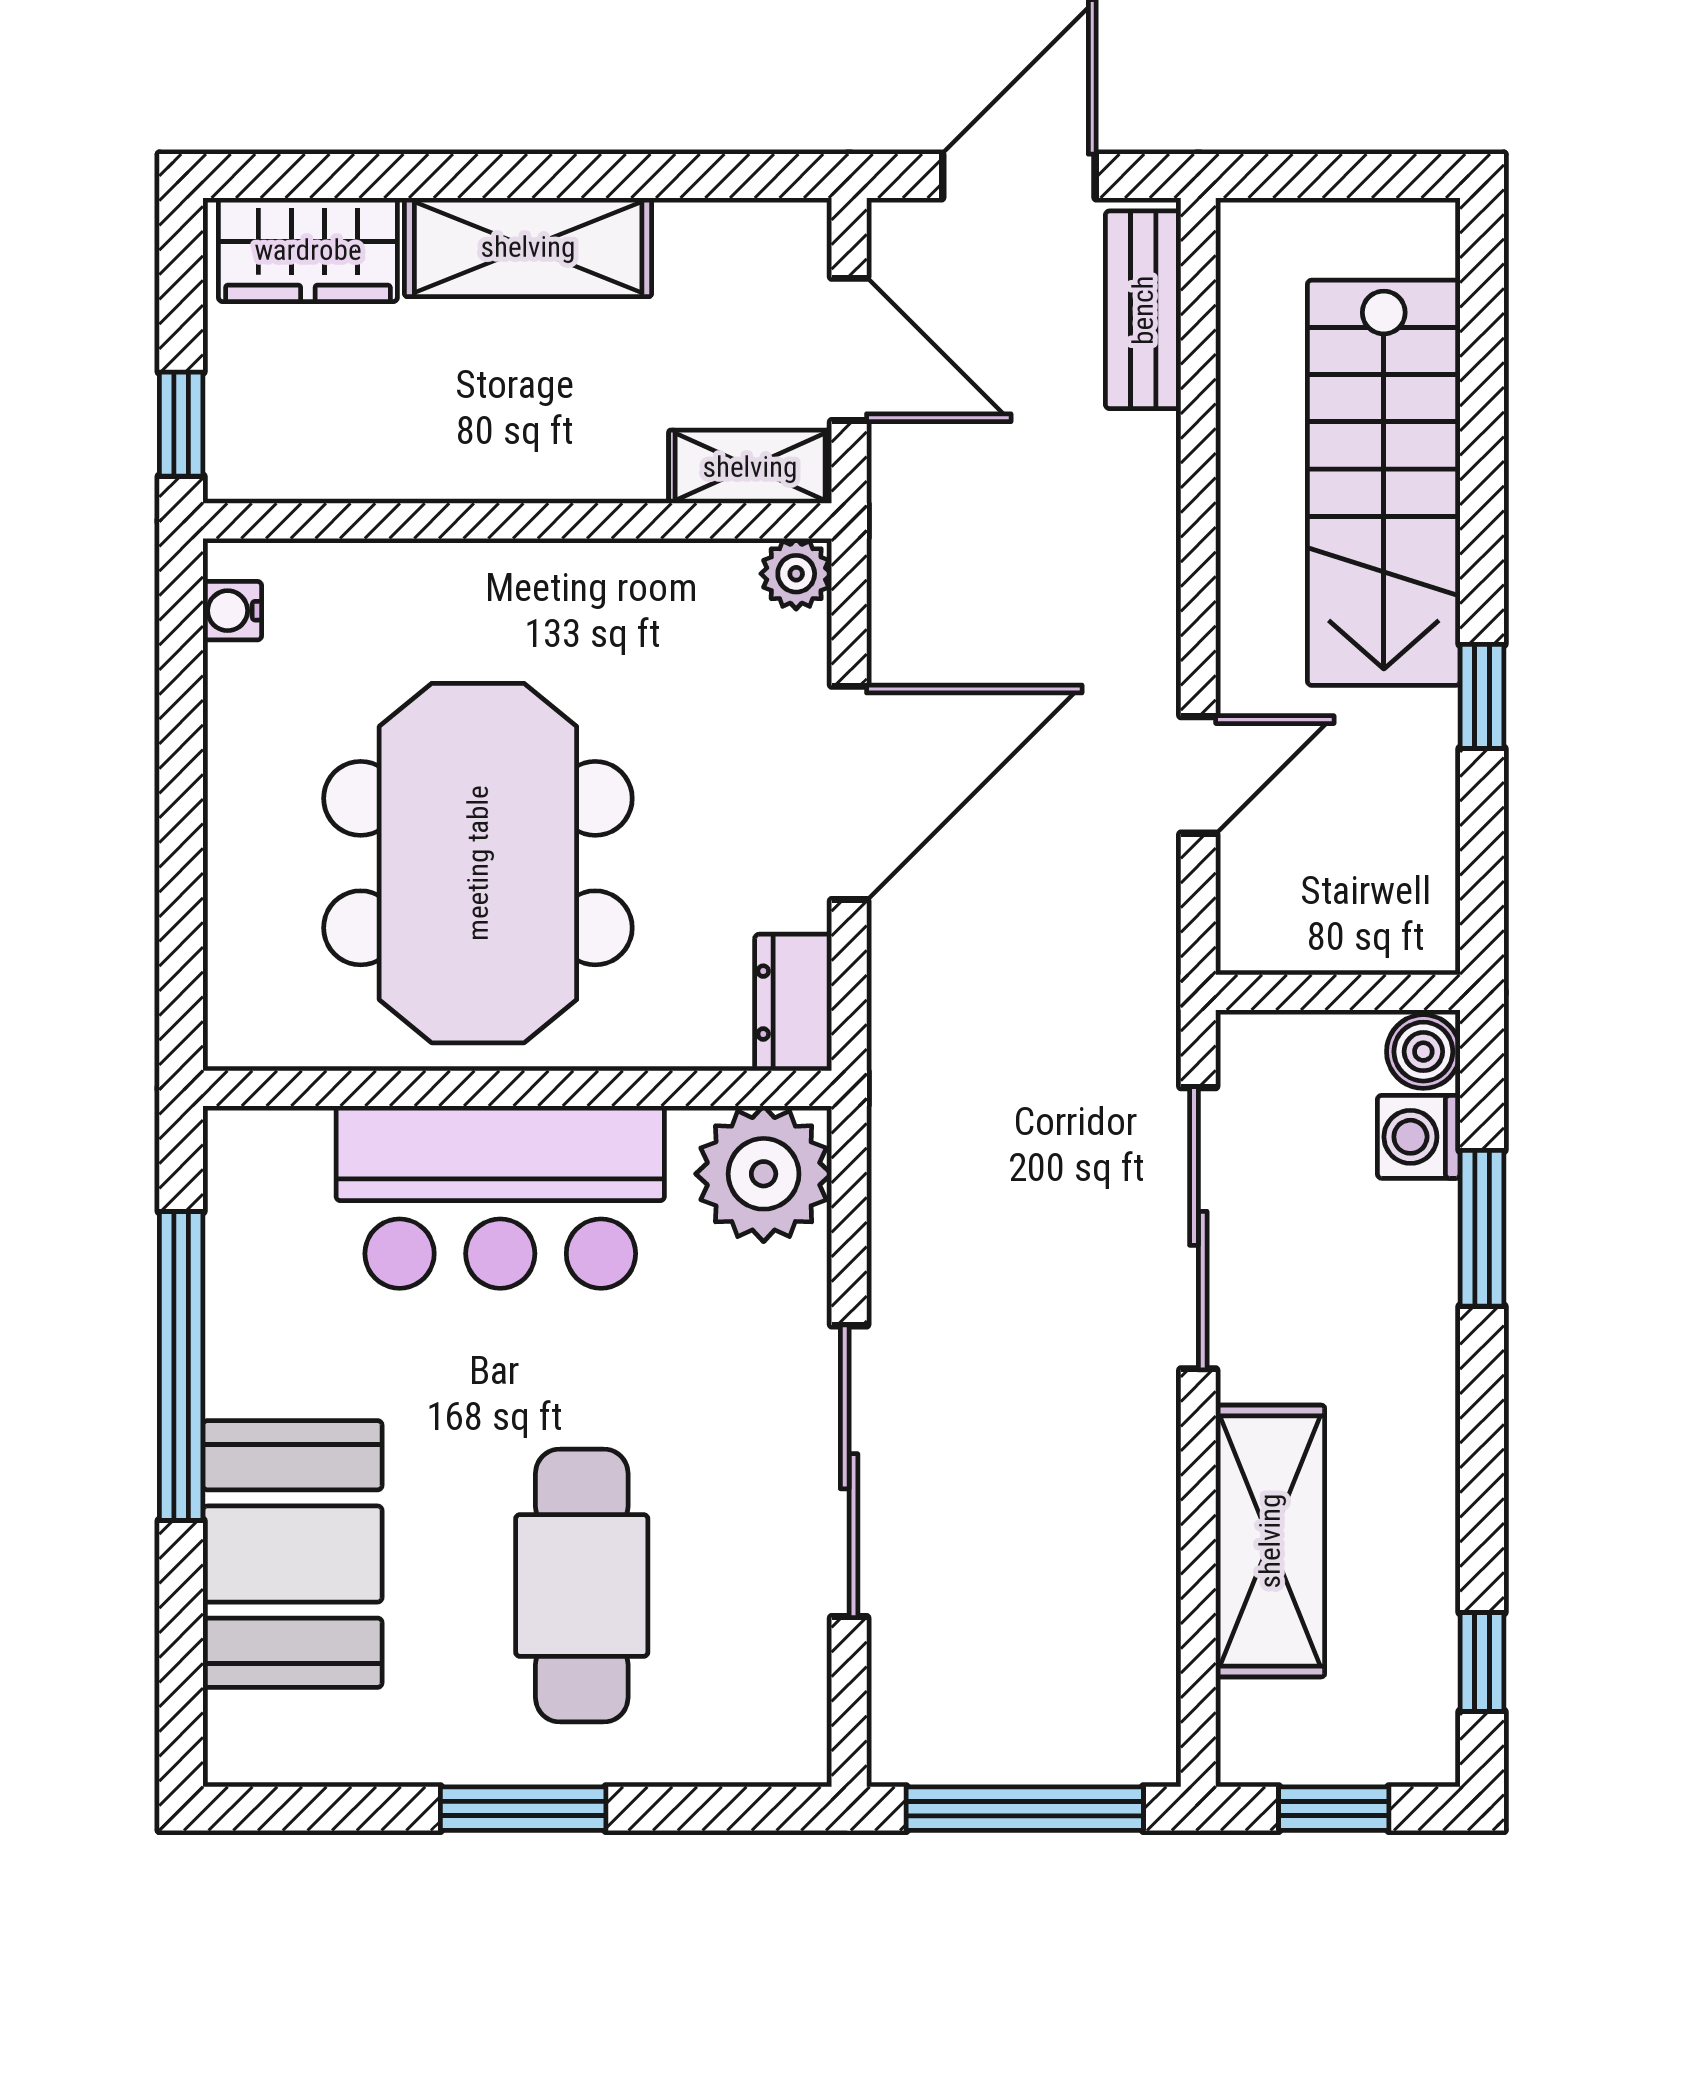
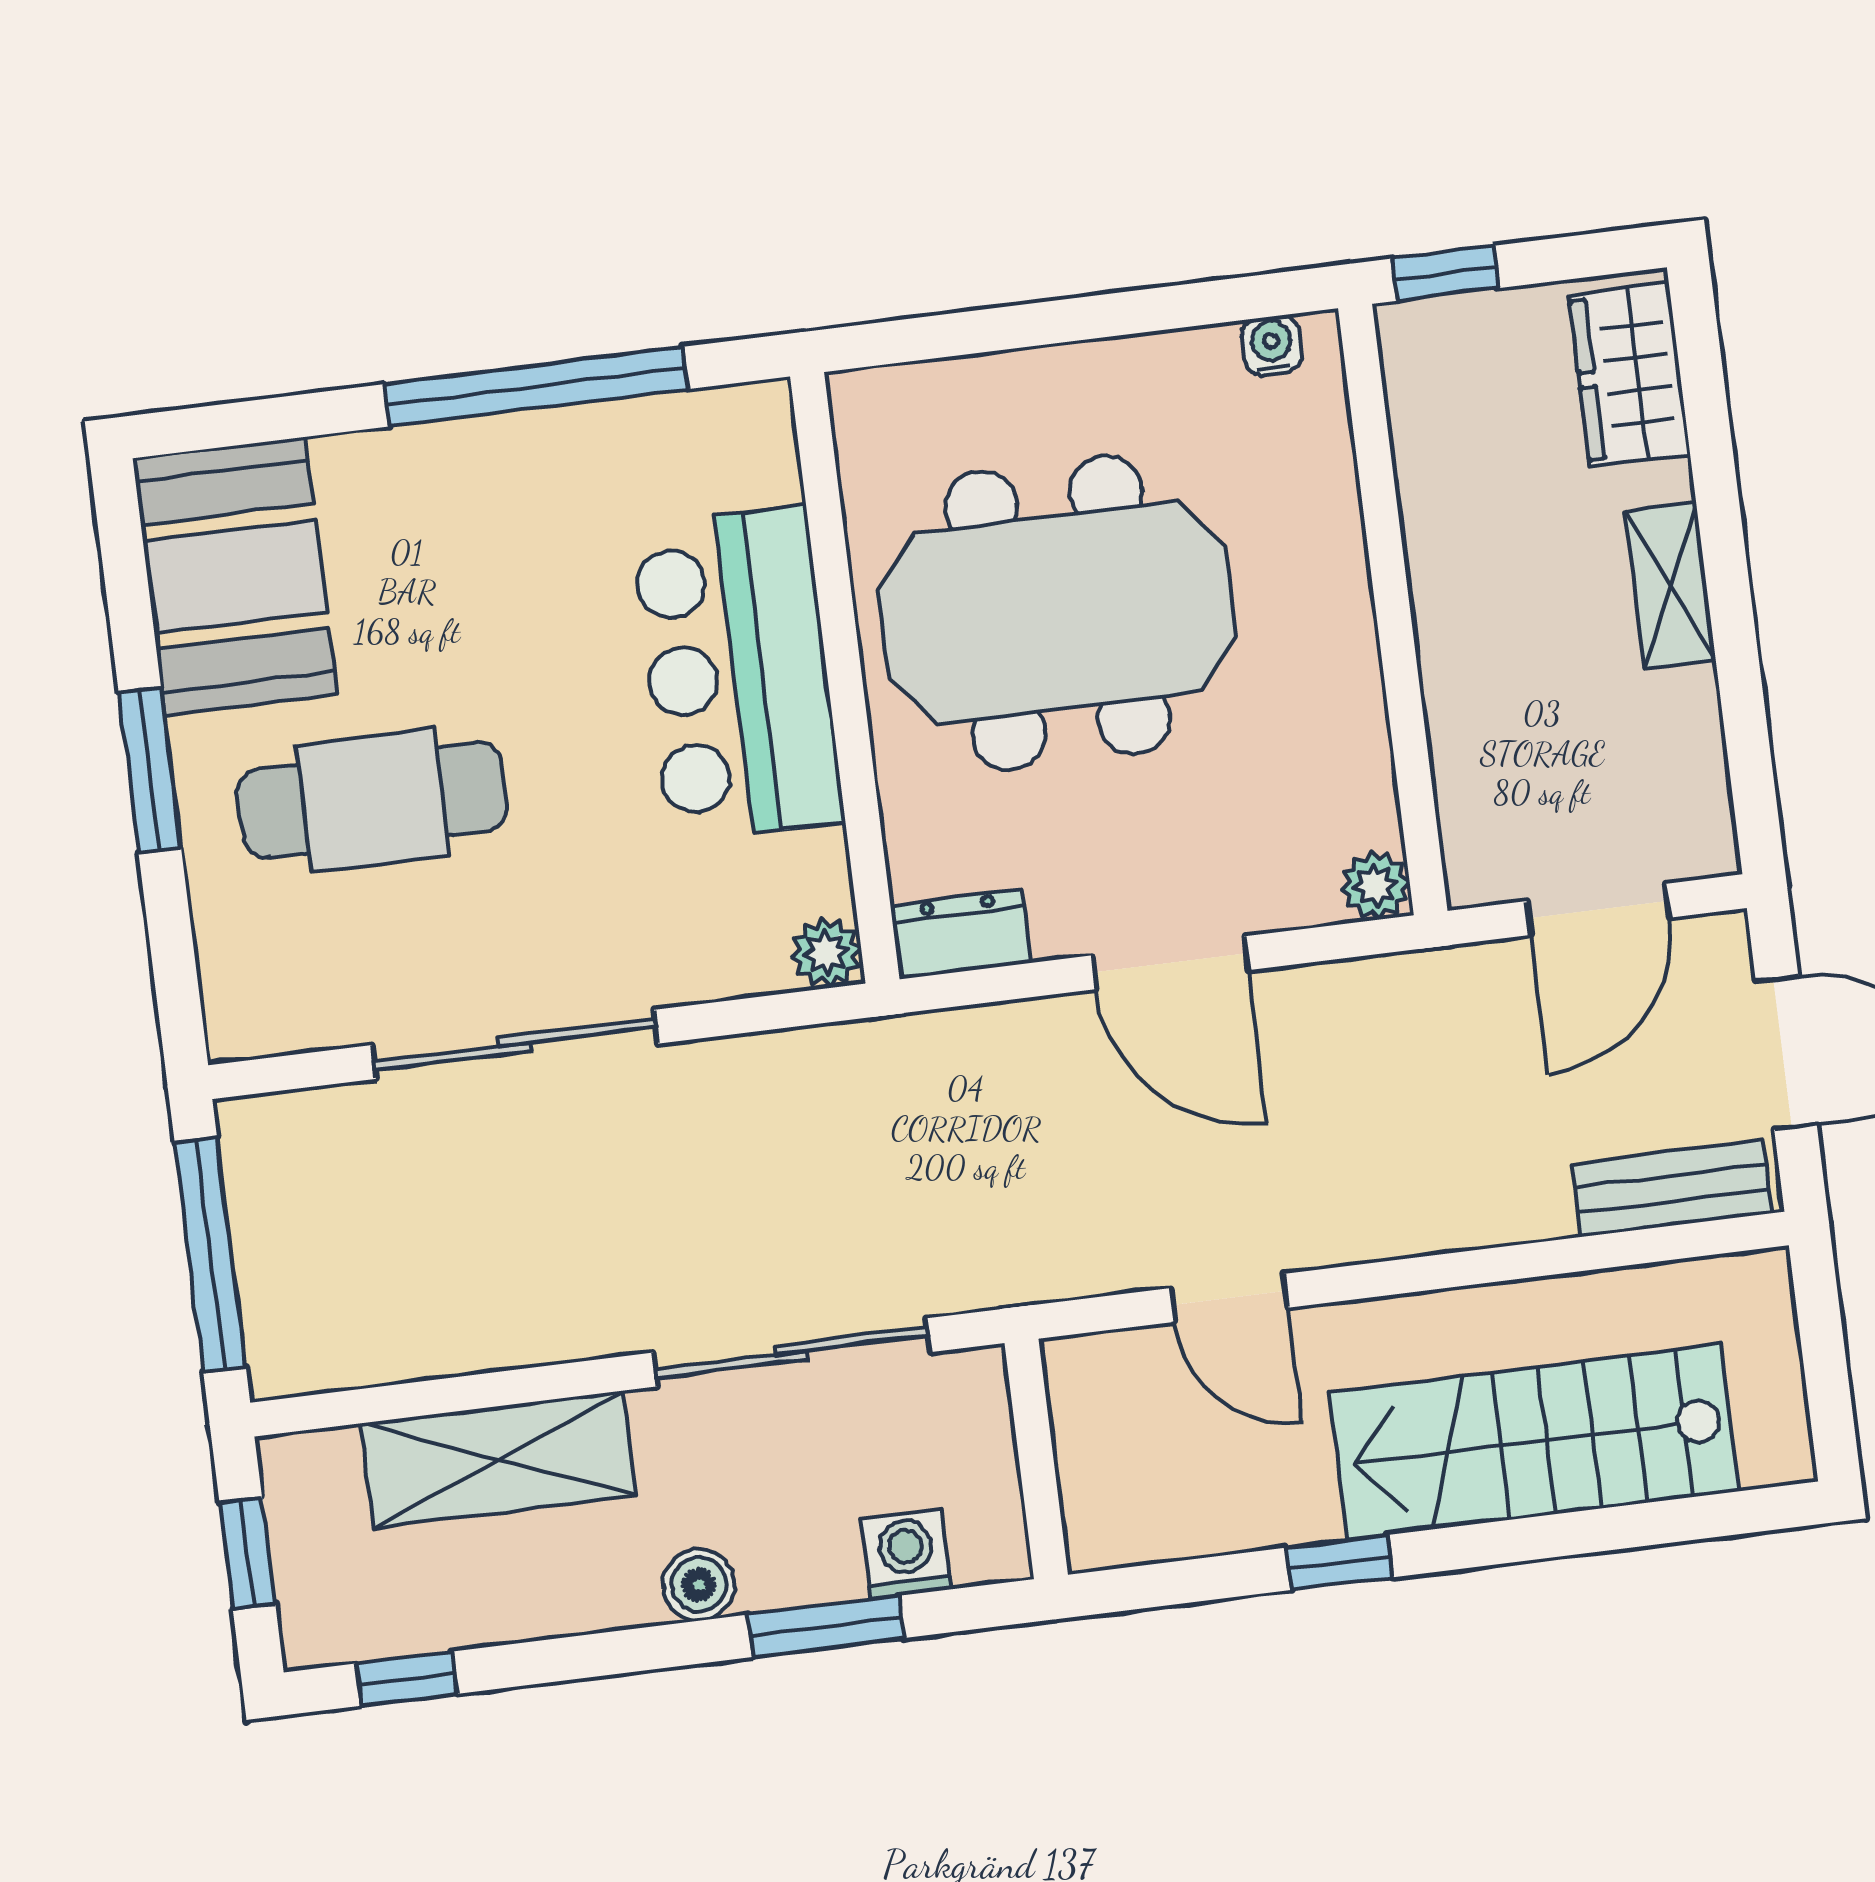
shelving: (528, 247) -> (1670, 586), width x0.67, depth x0.75
shelving: (750, 467) -> (1473, 828), removed
door: (849, 793) -> (1170, 963), width x0.73
boiler: (1423, 1052) -> (699, 1585), moved
plant: (764, 1174) -> (826, 953), width x0.53, depth x0.53
booth: (293, 1554) -> (235, 576), moved, turned 90

